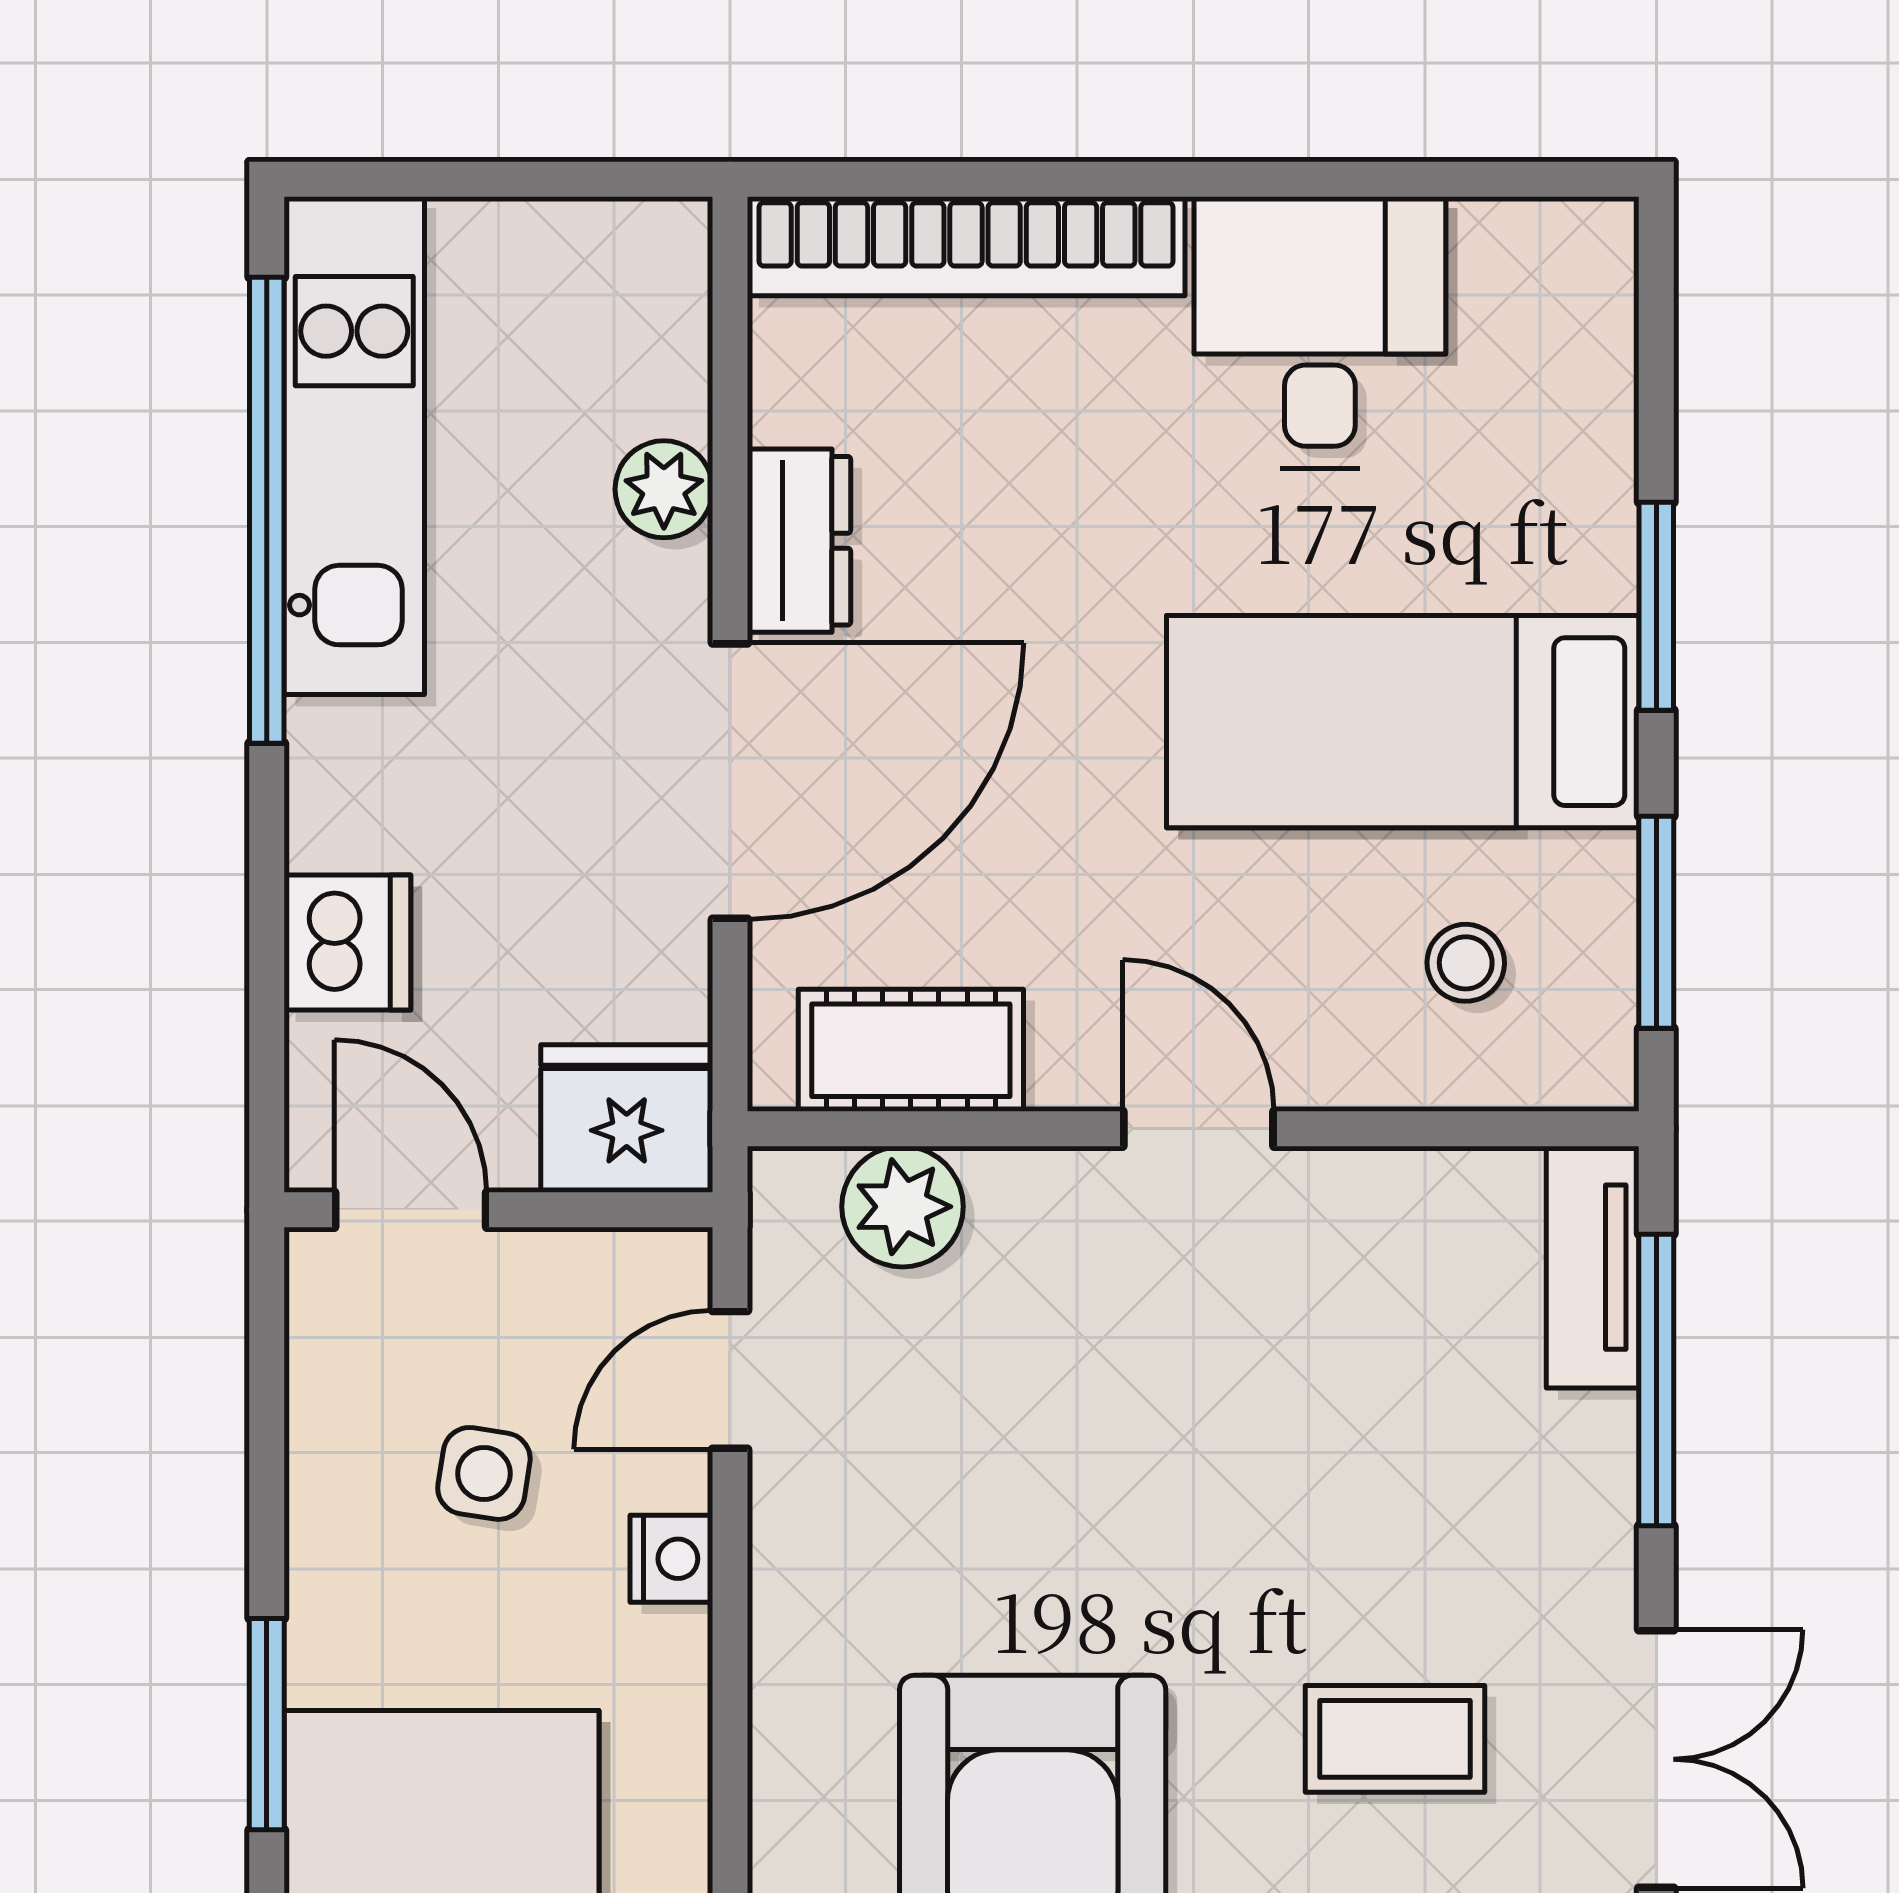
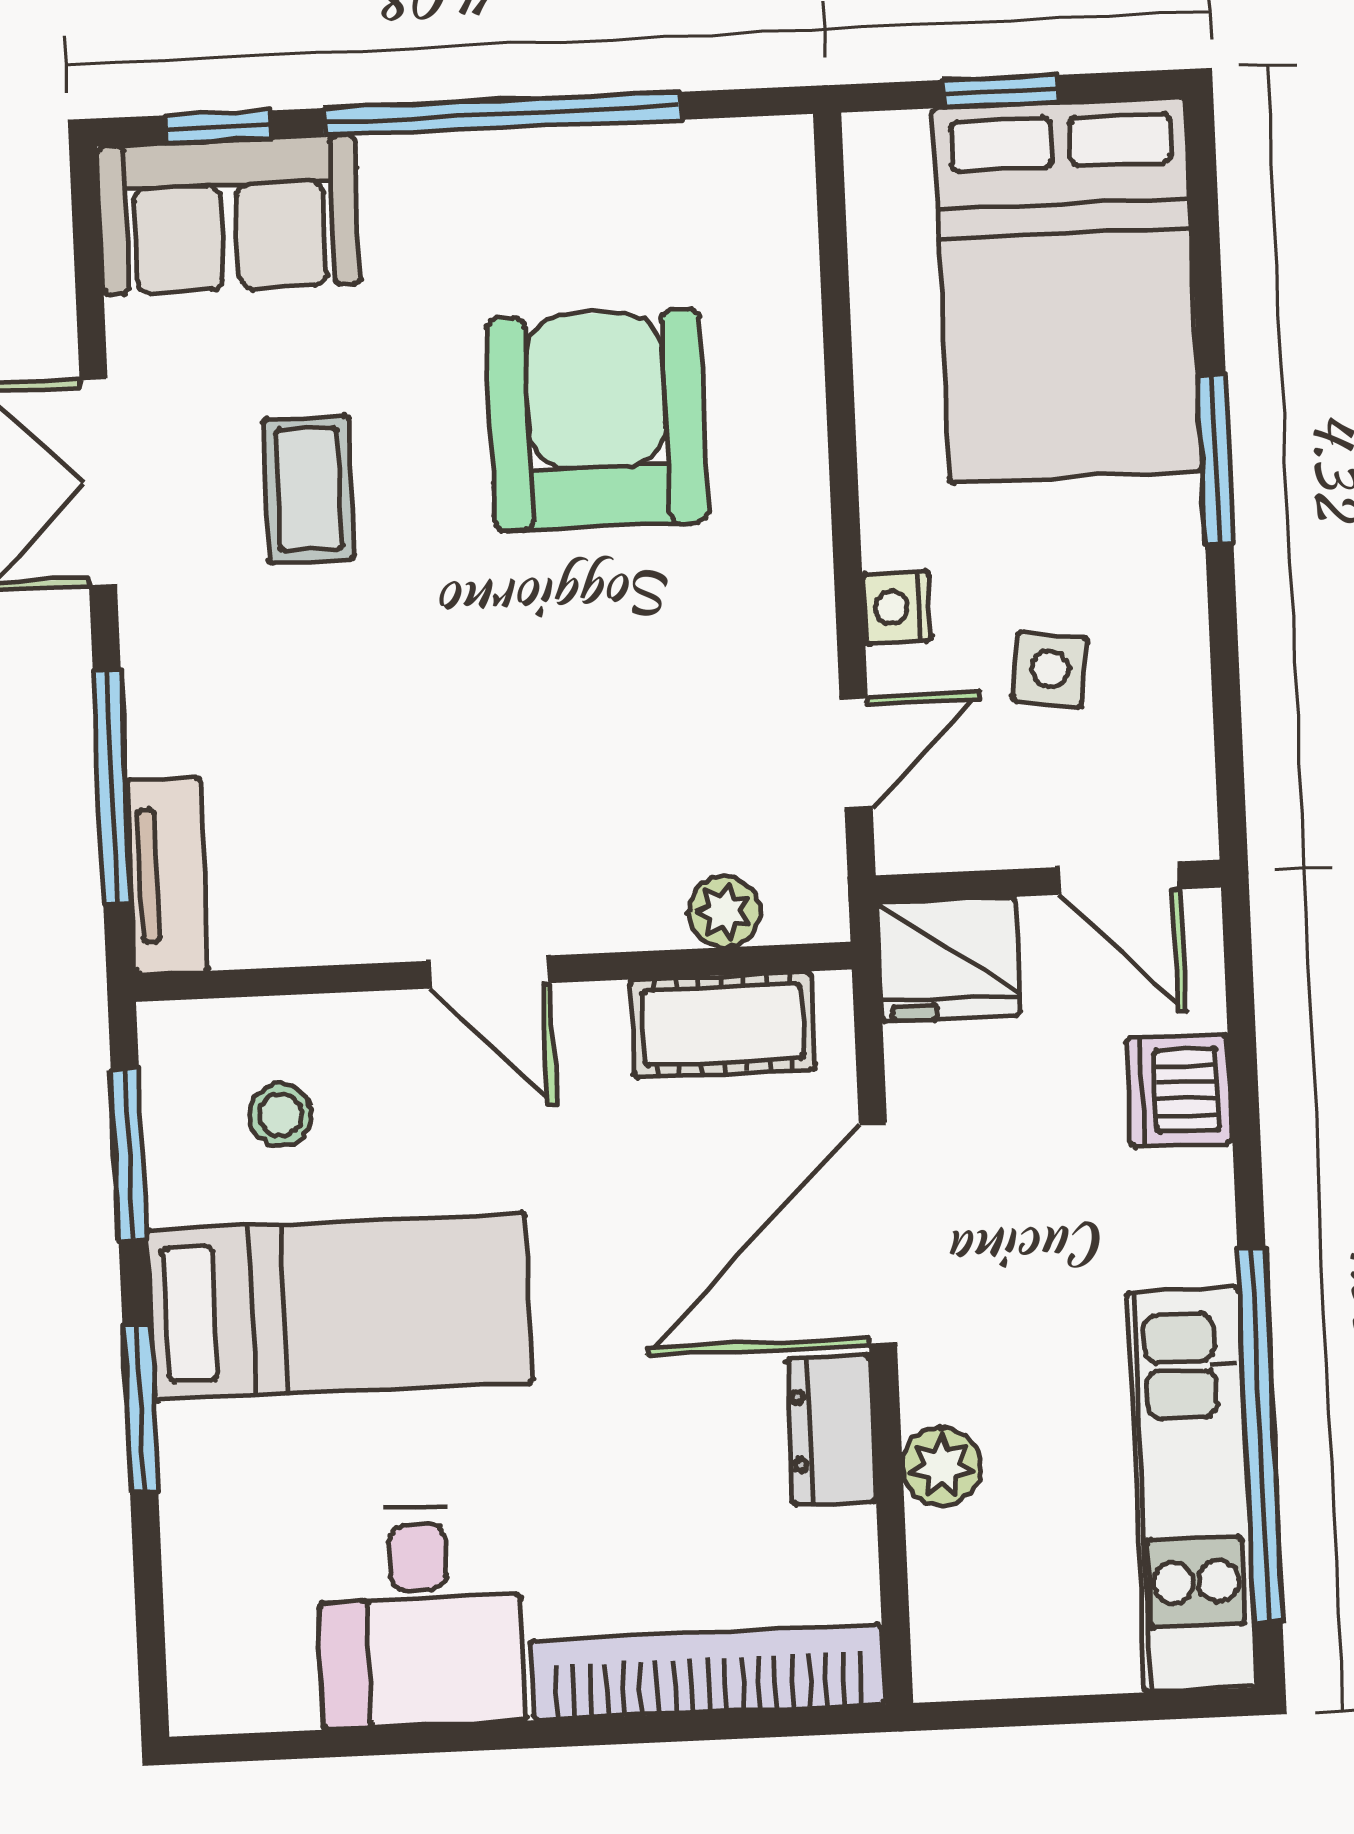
plant: (902, 1207) -> (724, 912), width x0.73, depth x0.73
coffee table: (1395, 1739) -> (309, 489), turned 90

